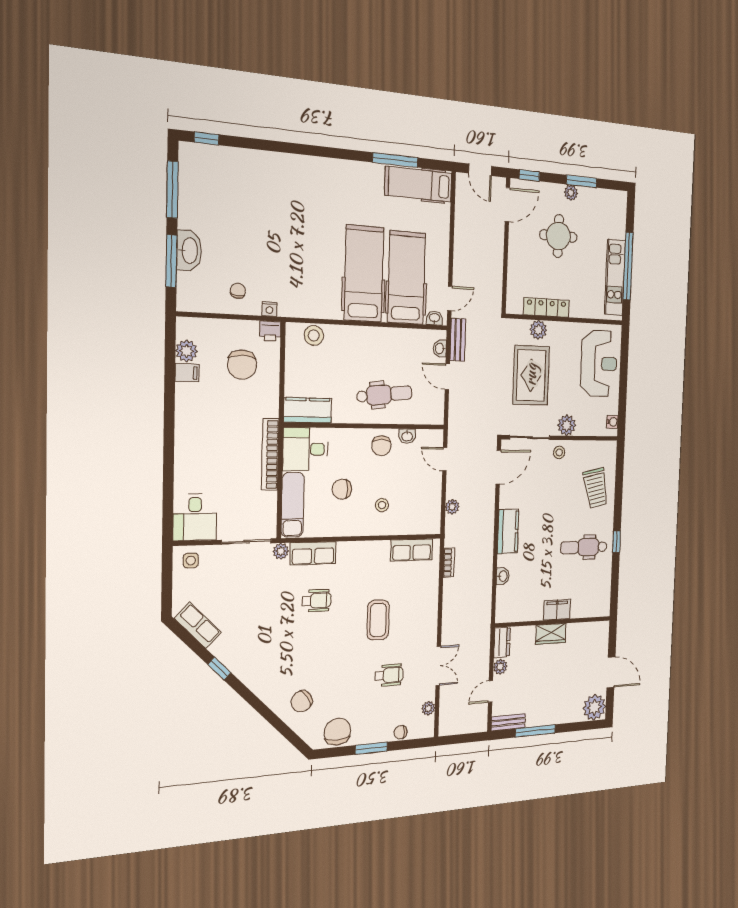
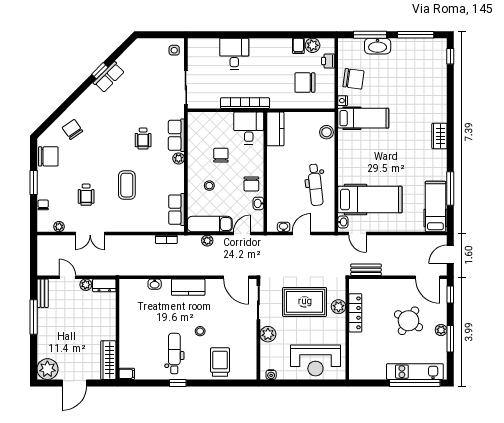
wardrobe: (323, 168) -> (439, 136), added
round table: (558, 236) -> (408, 321), turned 32
window: (628, 266) -> (415, 383), moved
hospital bed: (364, 274) -> (363, 118), moved, width x0.73, depth x0.78
kitchen unit: (615, 277) -> (415, 372), moved
chair: (238, 291) -> (354, 79), width x1.87, depth x1.87
printer: (270, 331) -> (328, 61), moved
bench: (458, 340) -> (366, 270), moved
washbasin: (440, 349) -> (284, 227), moved
dental chair: (384, 394) -> (315, 185), moved
chair: (381, 446) -> (251, 184), turned -90
stool: (559, 452) -> (200, 331), moved
trolley: (596, 488) -> (220, 362), turned 102
exam couch: (293, 505) -> (210, 224), moved, turned 180
desk: (195, 517) -> (234, 54), moved, turned 90
plant: (281, 551) -> (179, 158), moved
filing cabinet: (557, 610) -> (127, 374), moved, width x0.50
coffee table: (378, 620) -> (127, 185), turned 90
row of seats: (198, 625) -> (109, 77), moved
wardrobe: (551, 634) -> (108, 360), moved, width x1.50

